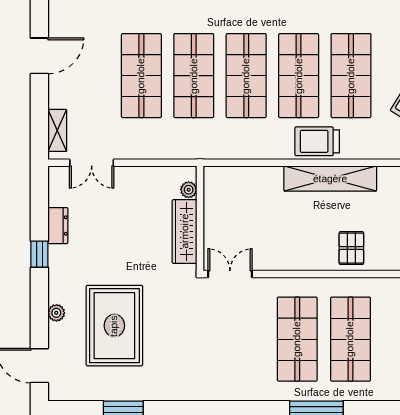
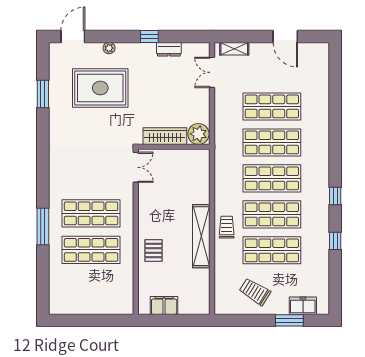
trolley: (317, 141) -> (227, 227), width x0.73, depth x0.72
plant: (189, 190) -> (198, 134), width x1.88, depth x1.88
pallet: (351, 248) -> (154, 251), turned 90

